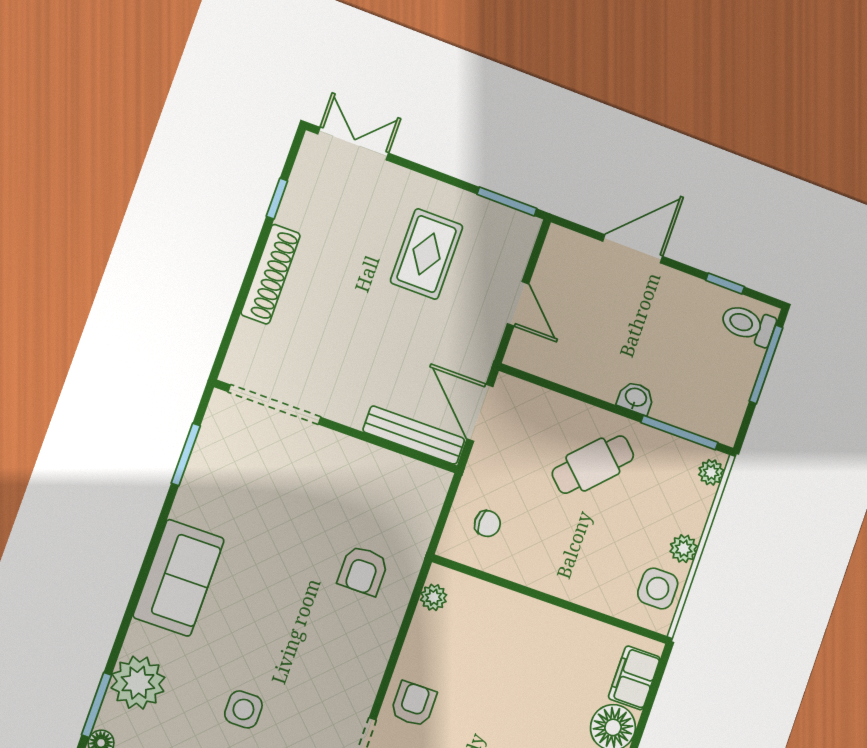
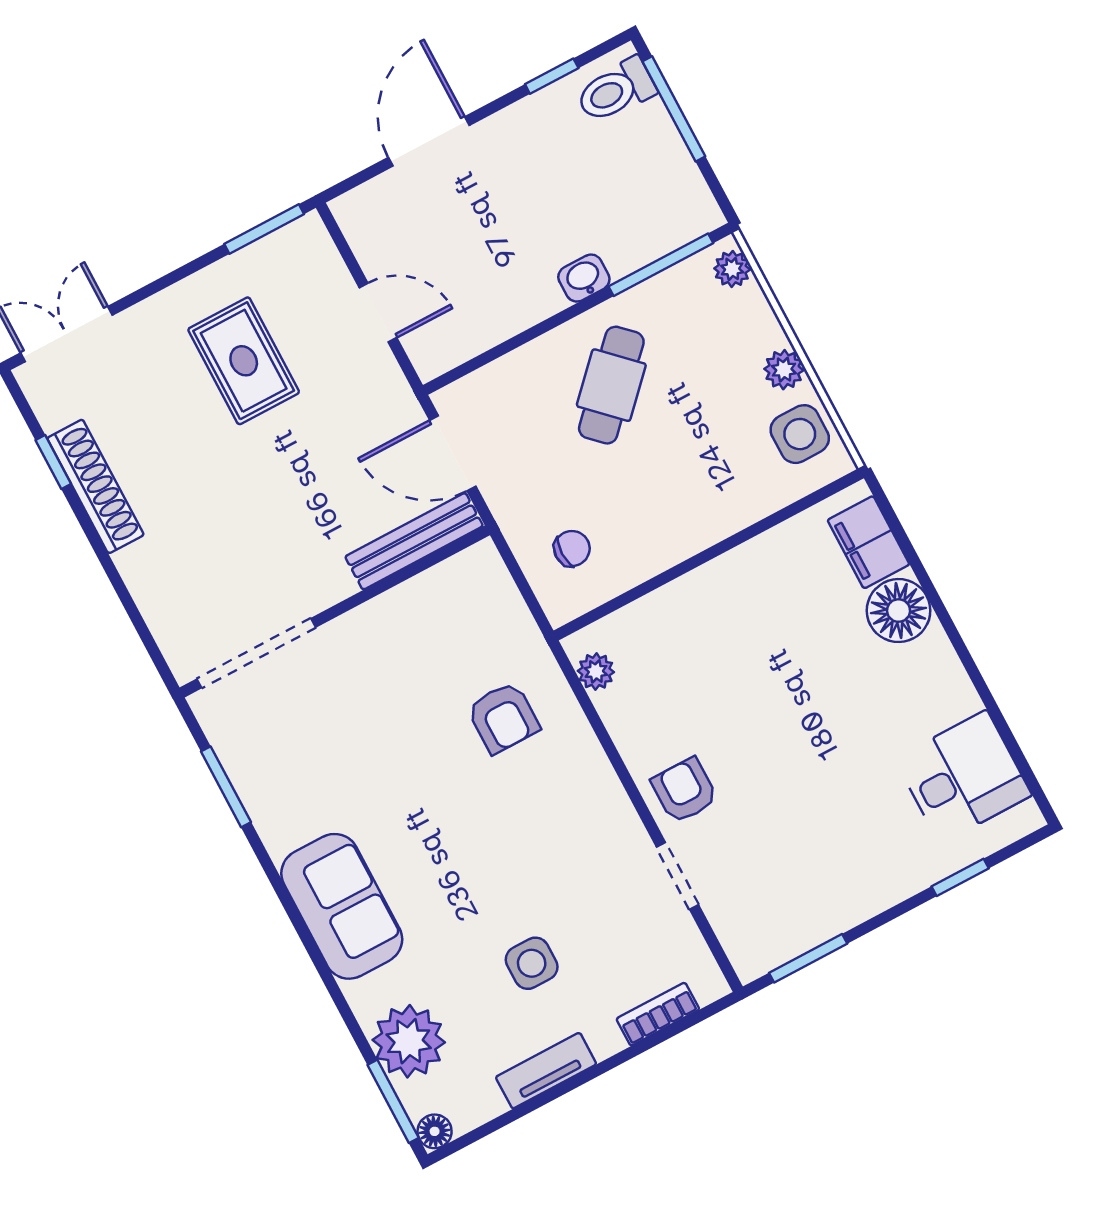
shoe rack: (271, 274) -> (95, 486), moved

